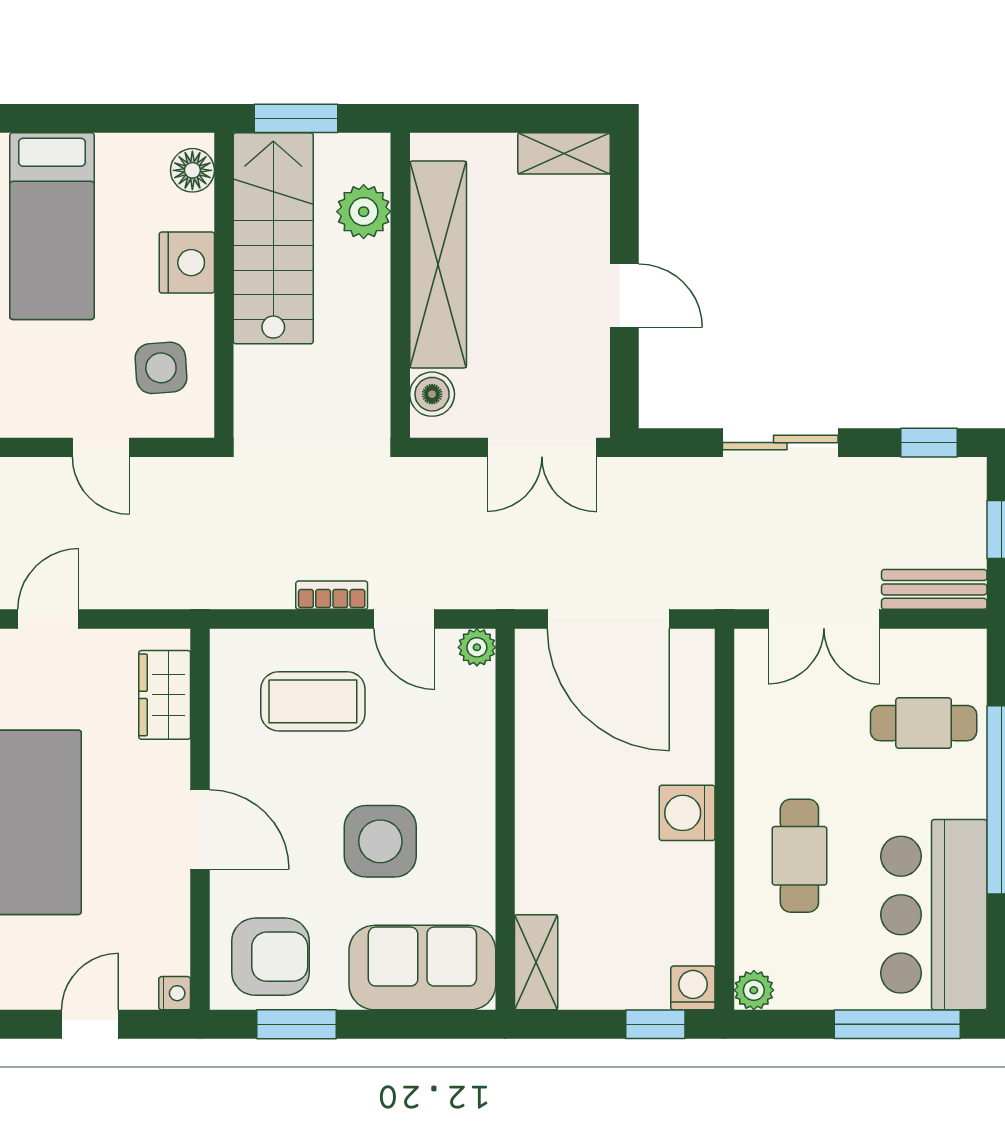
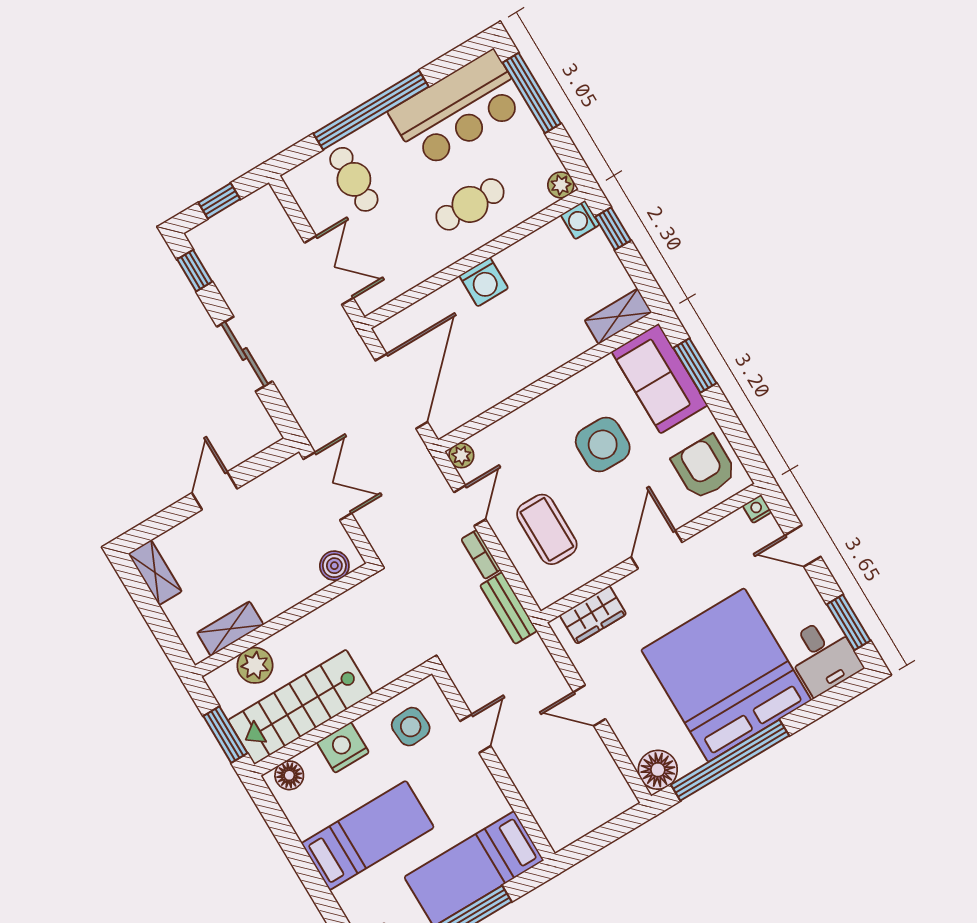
shelving: (438, 265) -> (230, 629), width x0.45, depth x0.75
bench: (934, 589) -> (509, 608), moved
window: (297, 1024) -> (695, 366), moved

